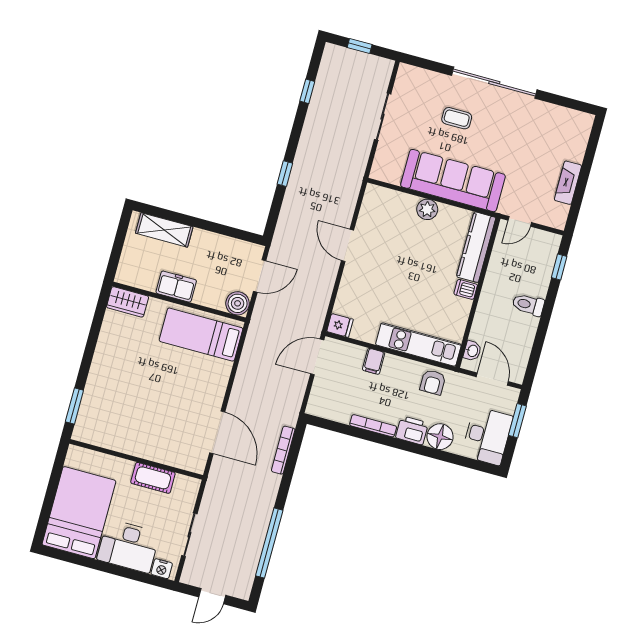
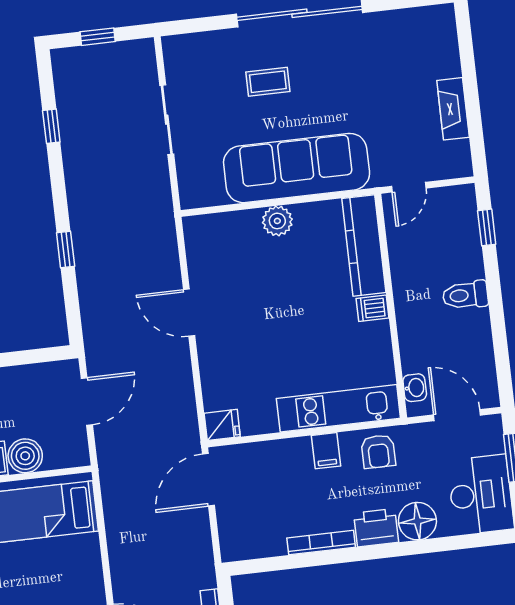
boiler: (238, 303) -> (25, 456), moved
filing cabinet: (374, 361) -> (326, 451), moved

